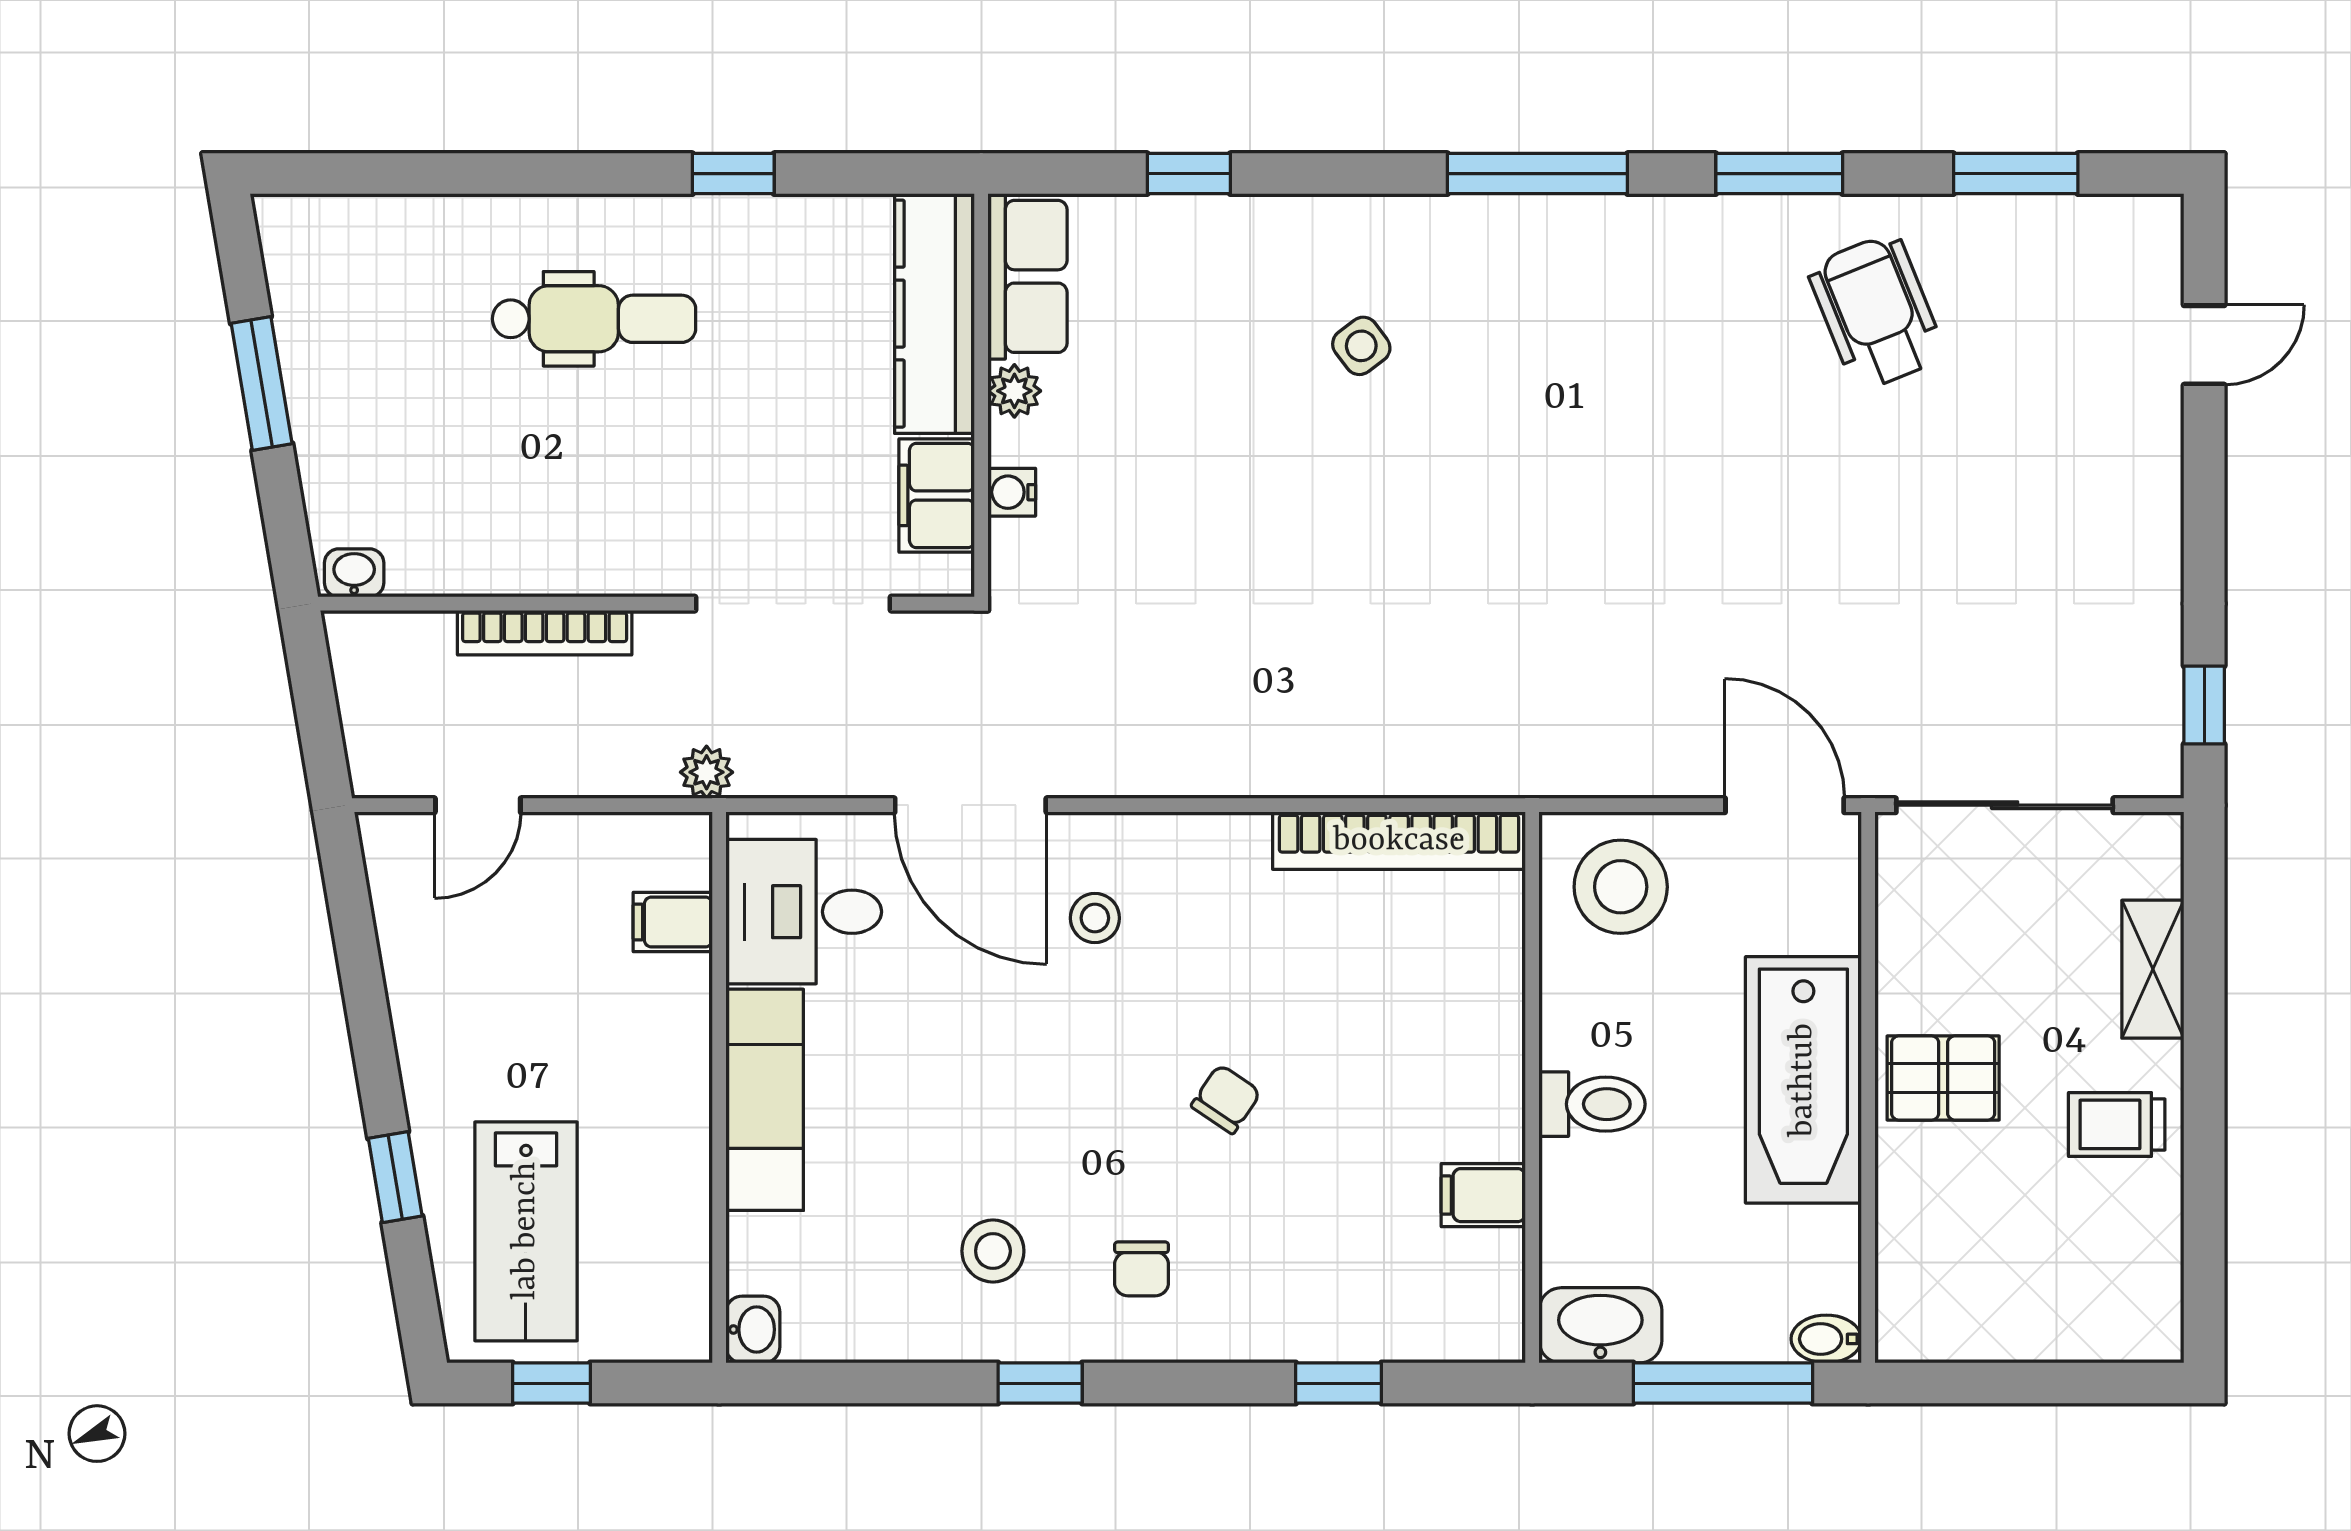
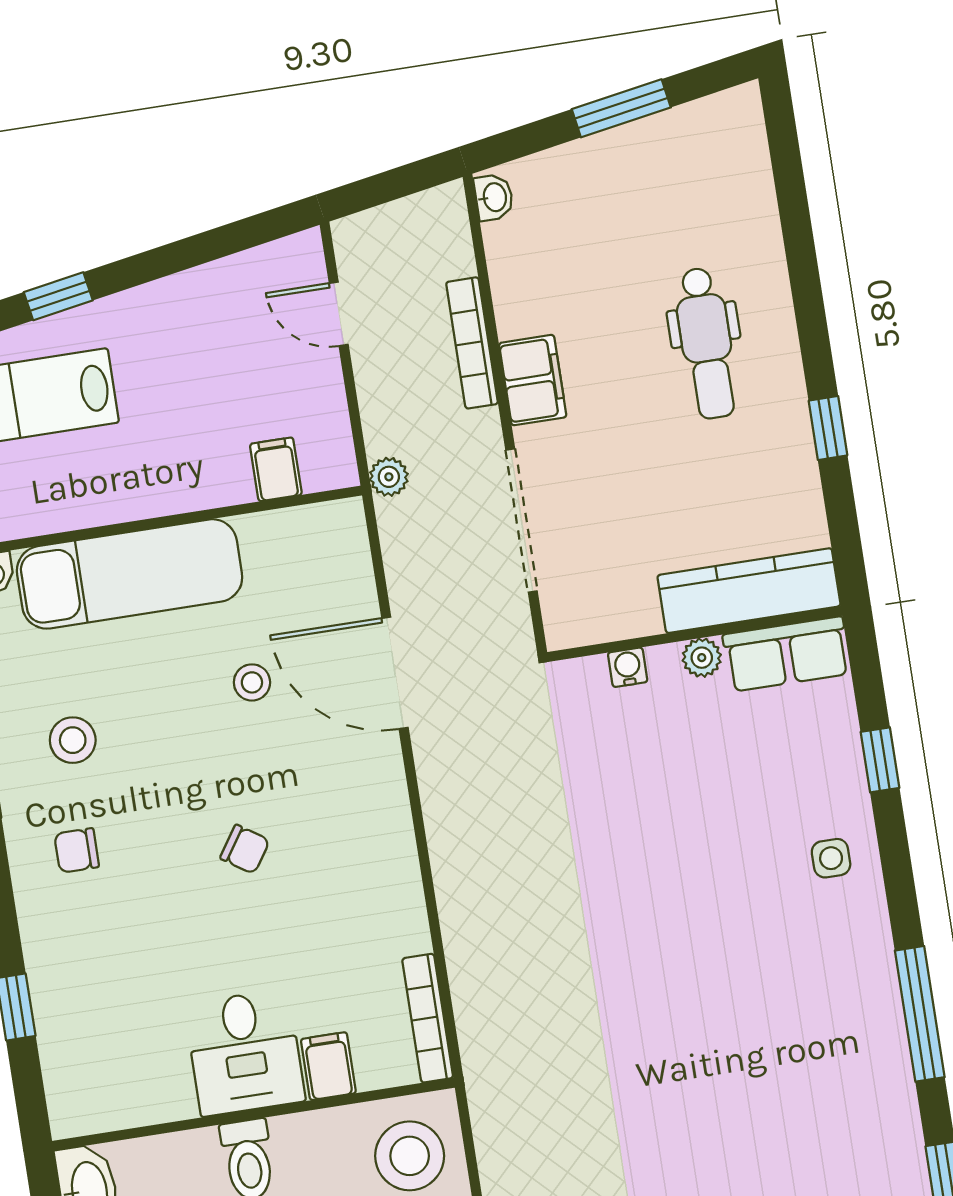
side table: (1361, 346) -> (831, 858), moved, turned 37
filing cabinet: (937, 495) -> (533, 380), moved, turned 90
door: (970, 805) -> (395, 673), hinge flipped
bookcase: (1399, 841) -> (428, 1018), width x0.68, depth x0.76
desk: (804, 912) -> (245, 1053), moved, turned 180
stool: (1095, 918) -> (252, 682), moved
chair: (1226, 1099) -> (245, 849), moved
exam couch: (765, 1100) -> (130, 574), width x1.36, depth x1.45
filing cabinet: (1483, 1195) -> (328, 1066), moved

